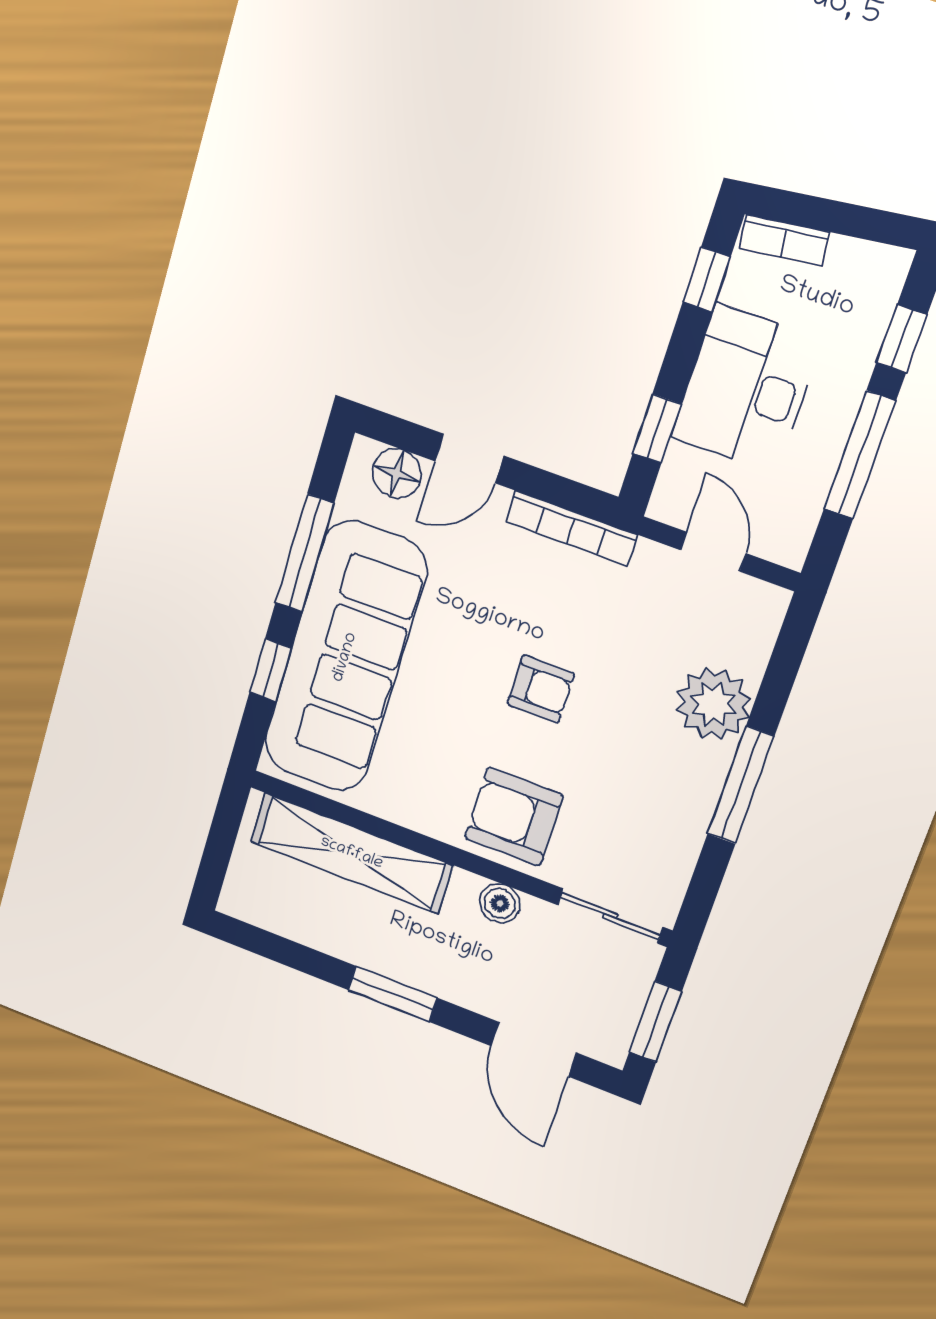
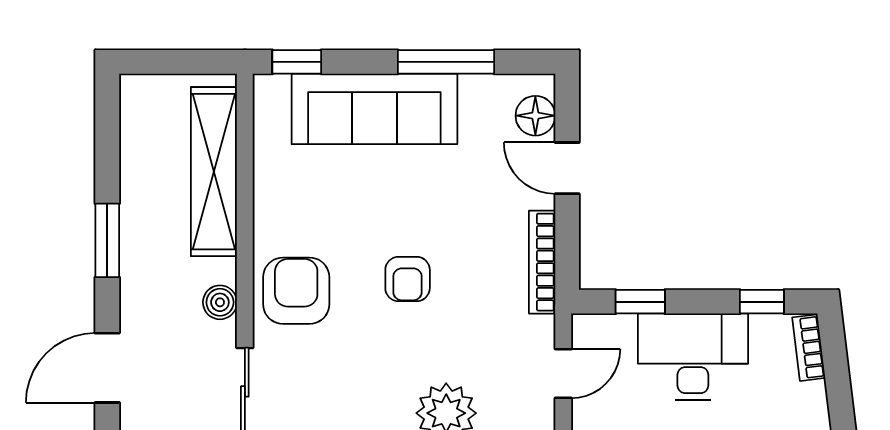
sofa: (345, 657) -> (374, 109), width x0.74, depth x0.79
window: (271, 670) -> (297, 62), moved

